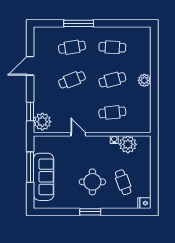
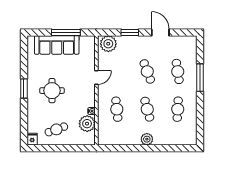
window: (30, 112) -> (130, 32), moved
cafe table: (123, 182) -> (56, 129), moved

